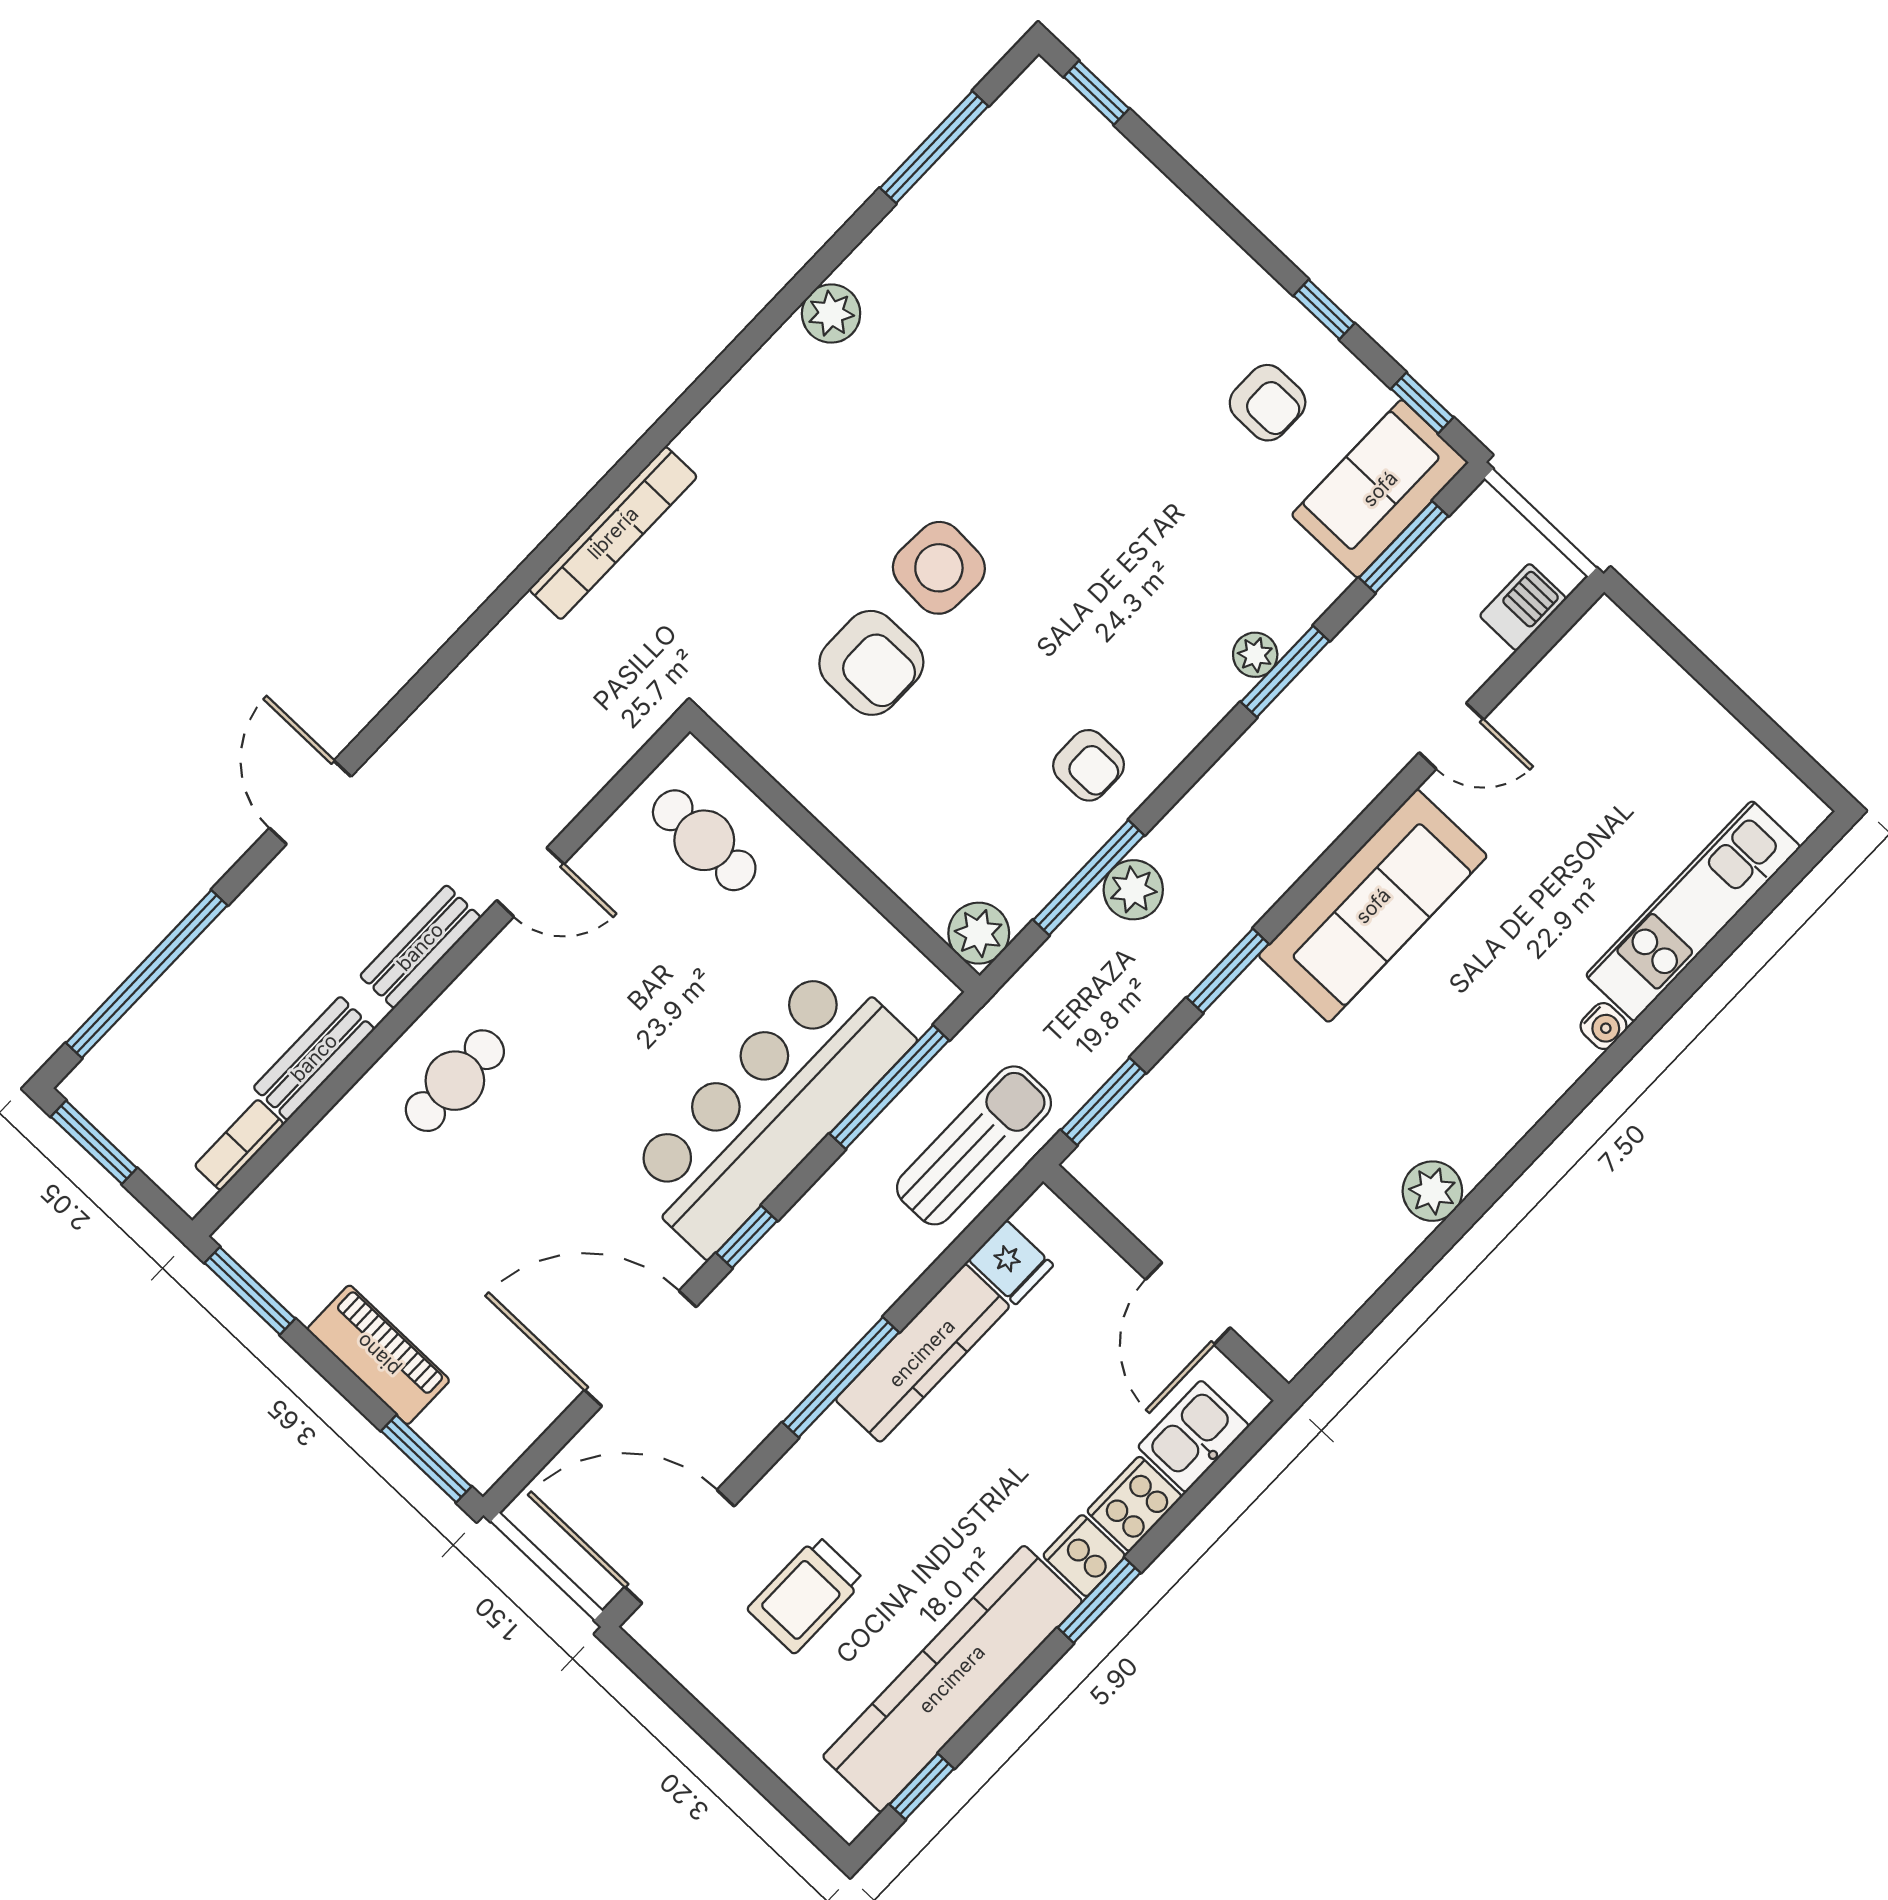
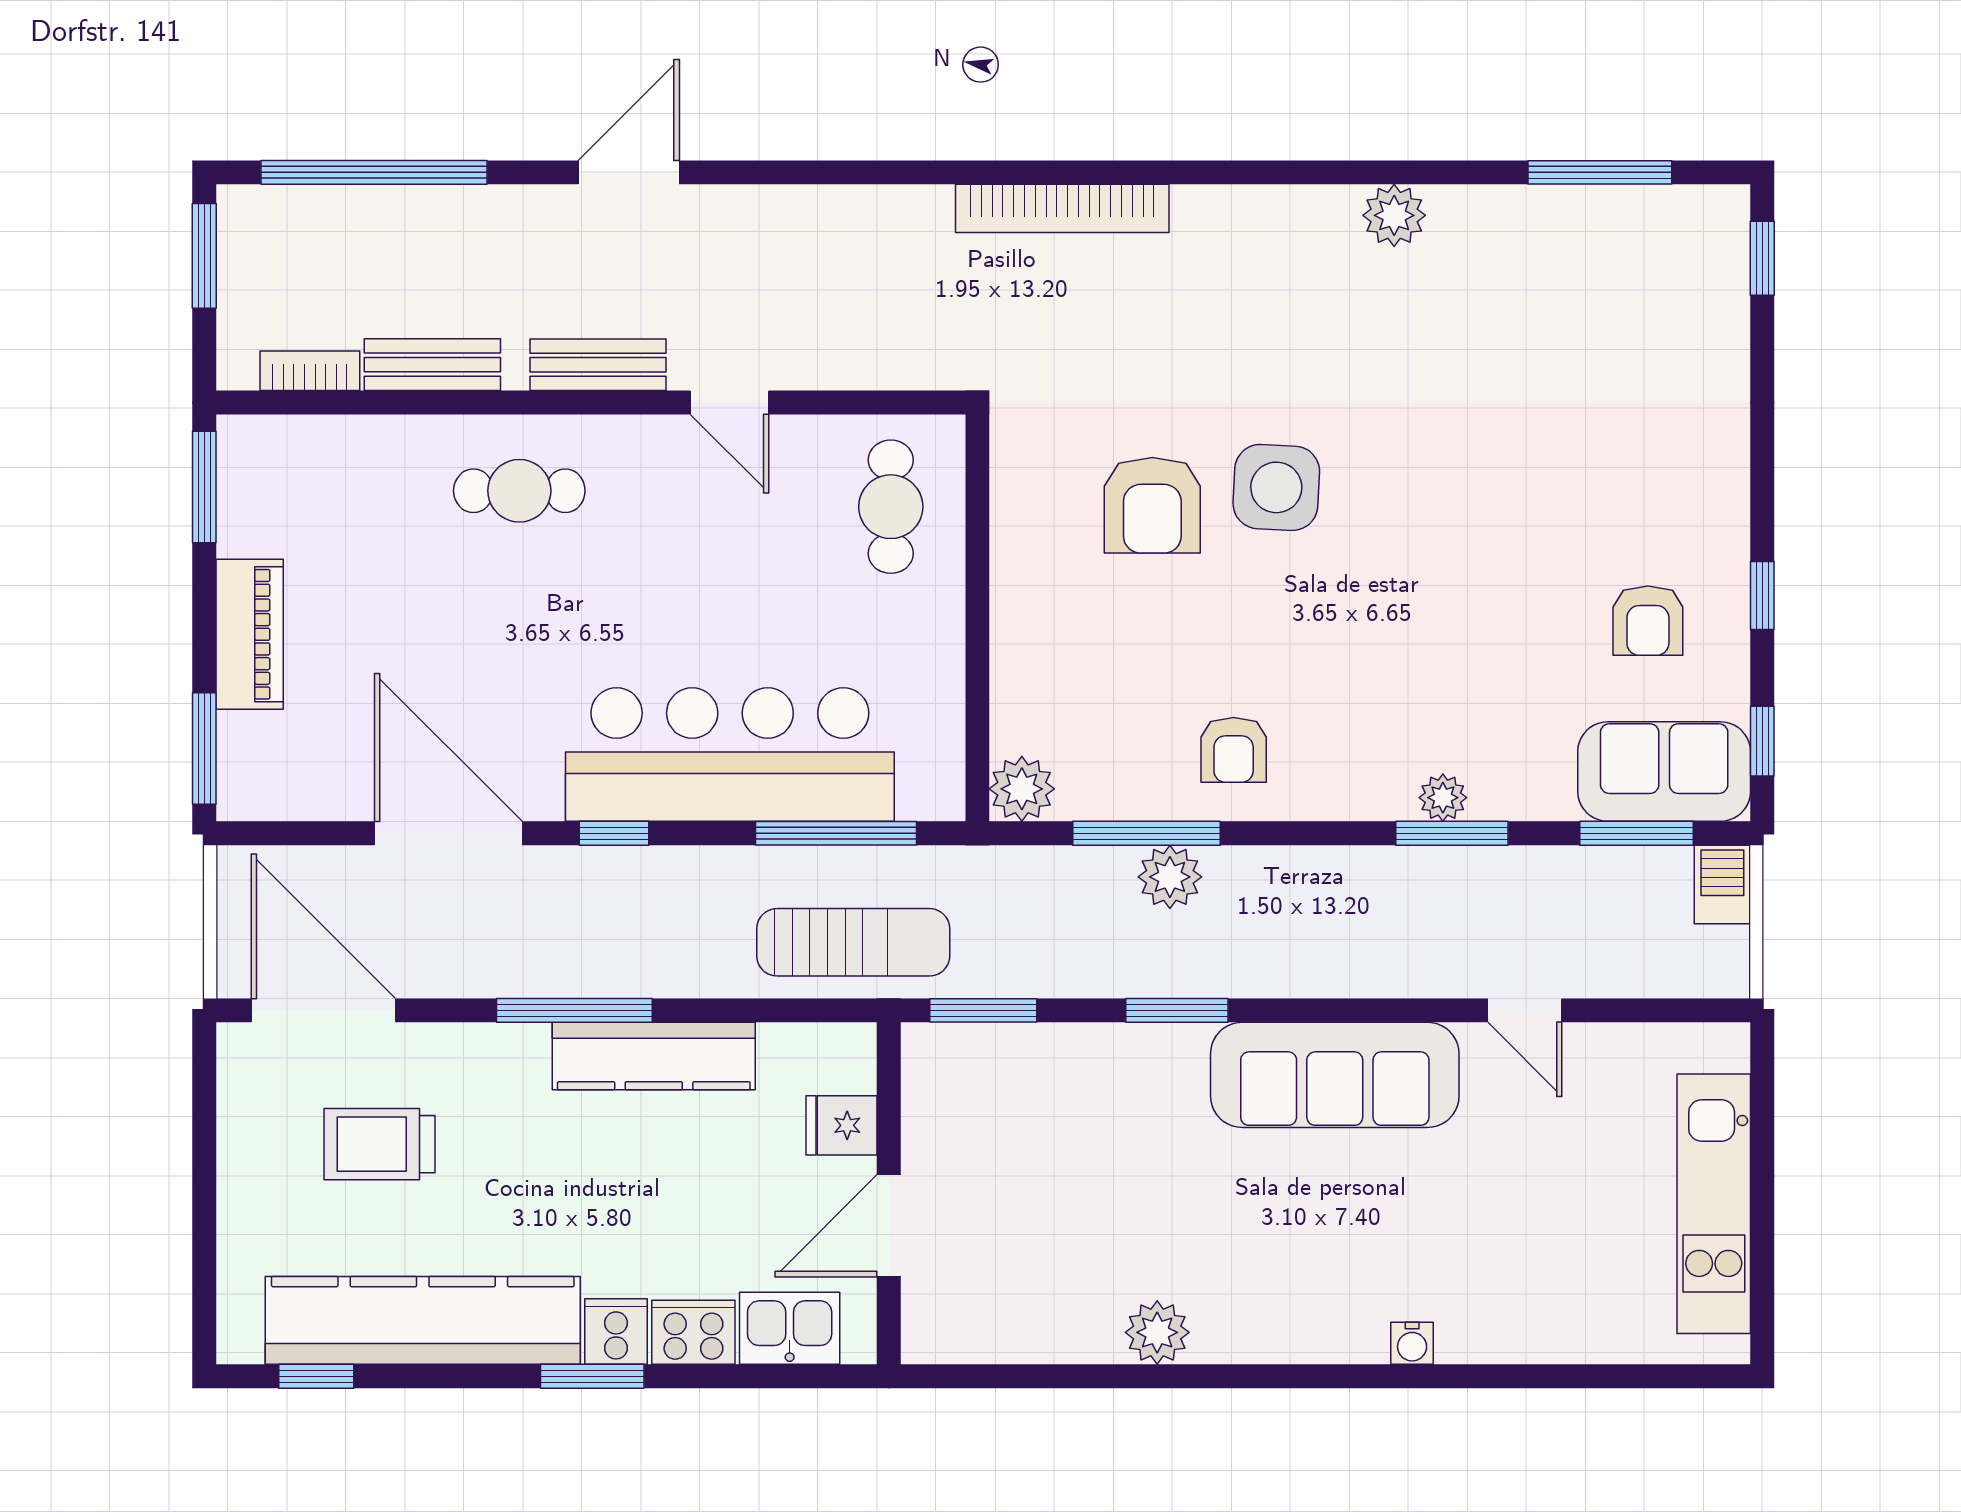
barbecue: (1523, 607) -> (1722, 885), moved, turned -90
kitchen unit: (1693, 911) -> (1714, 1204), moved, turned -90
fridge: (1011, 1262) -> (841, 1125), moved, turned 90

